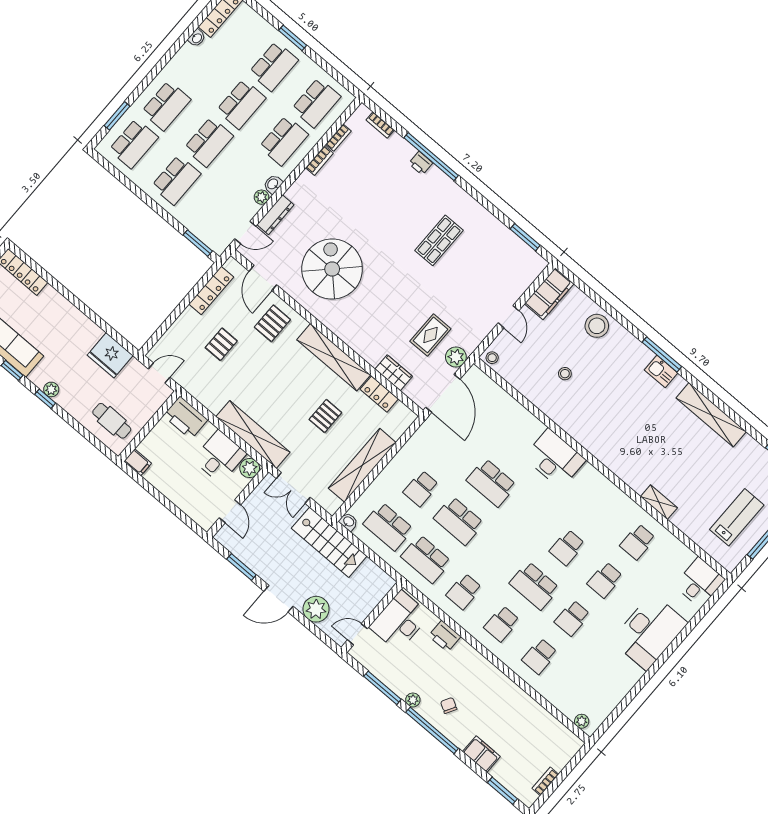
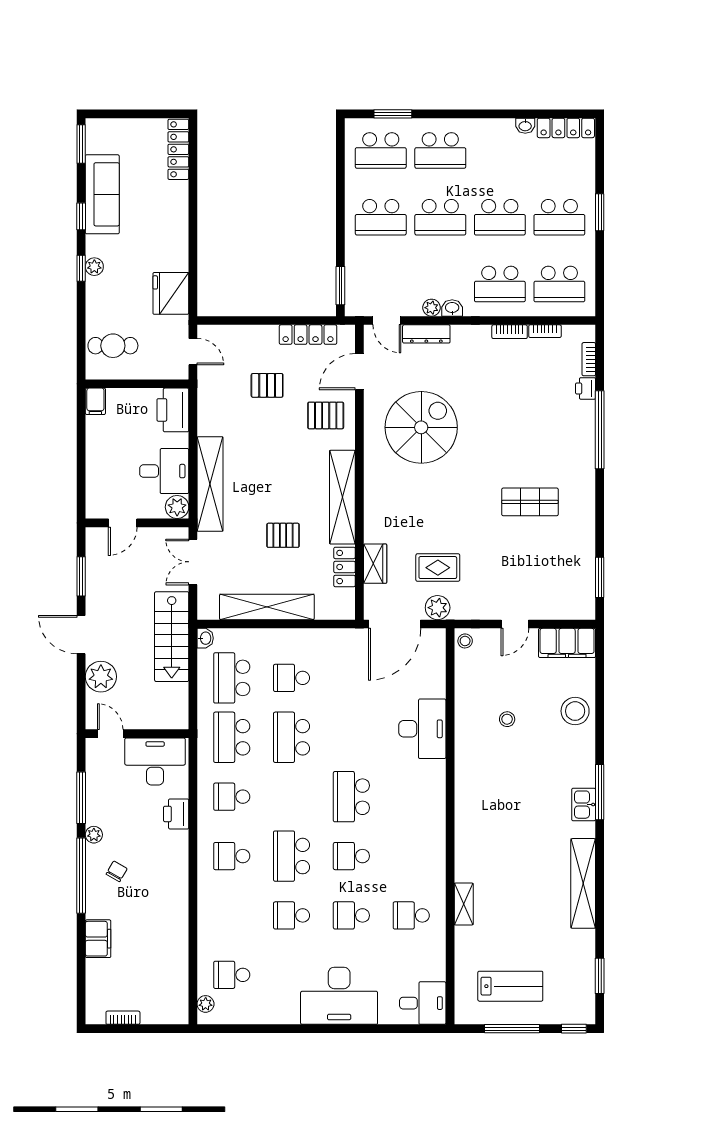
printer: (421, 163) -> (586, 388), moved
cafe table: (112, 421) -> (113, 346), turned 90
desk: (555, 458) -> (422, 729), moved
school desk: (491, 483) -> (351, 797), moved
school desk: (540, 656) -> (232, 975), moved
window: (502, 791) -> (81, 986), removed

